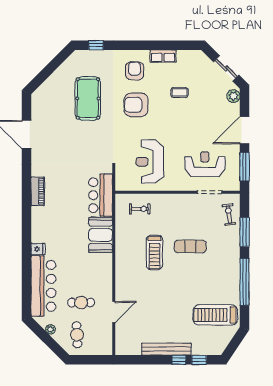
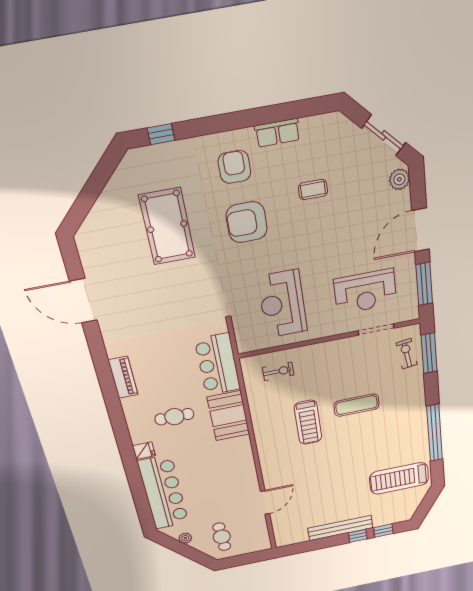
reception desk: (205, 164) -> (365, 292), turned 180
window: (245, 232) -> (429, 353), moved
cafe table: (81, 303) -> (174, 417), moved

